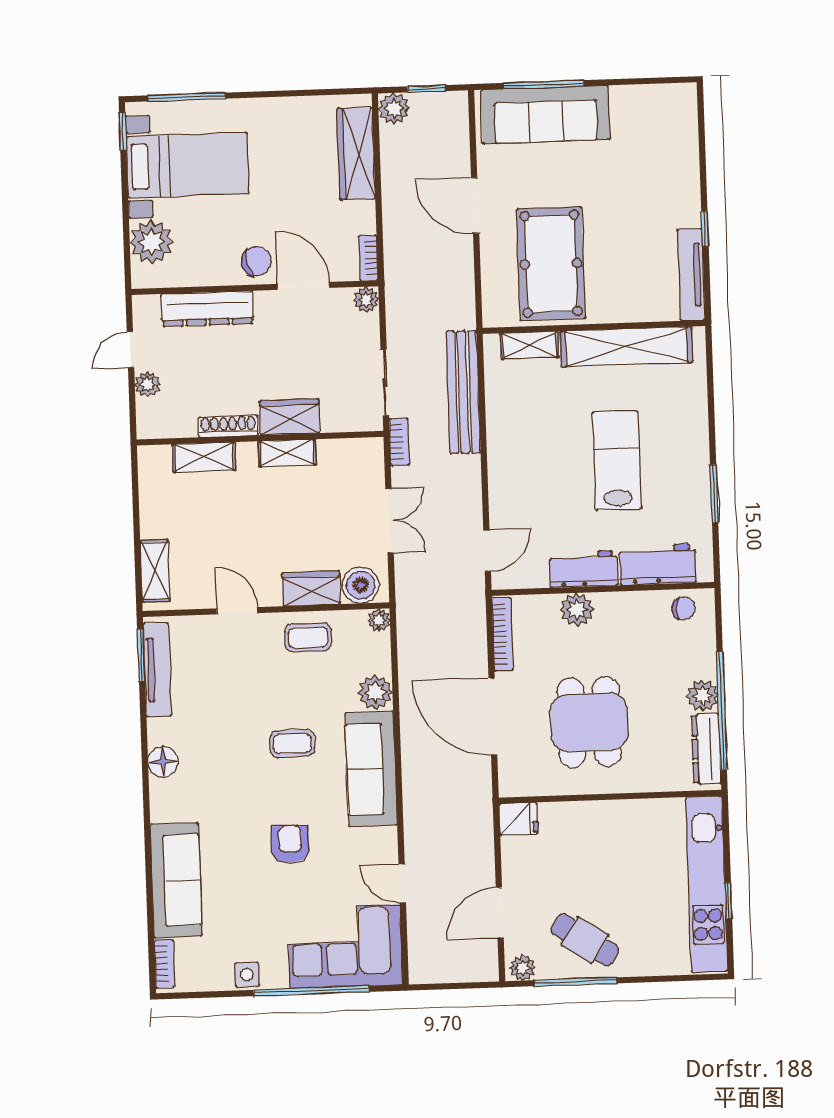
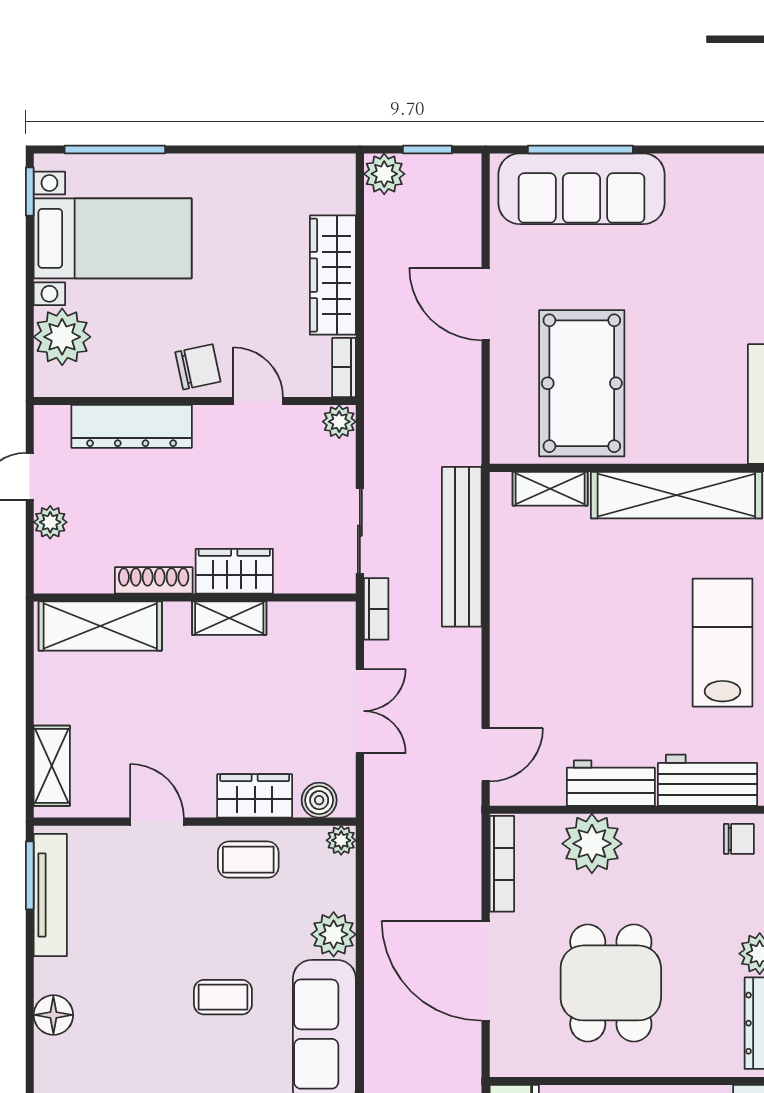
wardrobe: (356, 154) -> (333, 275), moved
door: (303, 286) -> (258, 401), width x0.73
shelving: (204, 457) -> (100, 626), width x1.50, depth x1.33
lab bench: (617, 461) -> (723, 643), moved
boiler: (361, 585) -> (319, 800), width x0.73, depth x0.73
plant: (577, 610) -> (592, 844), width x1.36, depth x1.36

